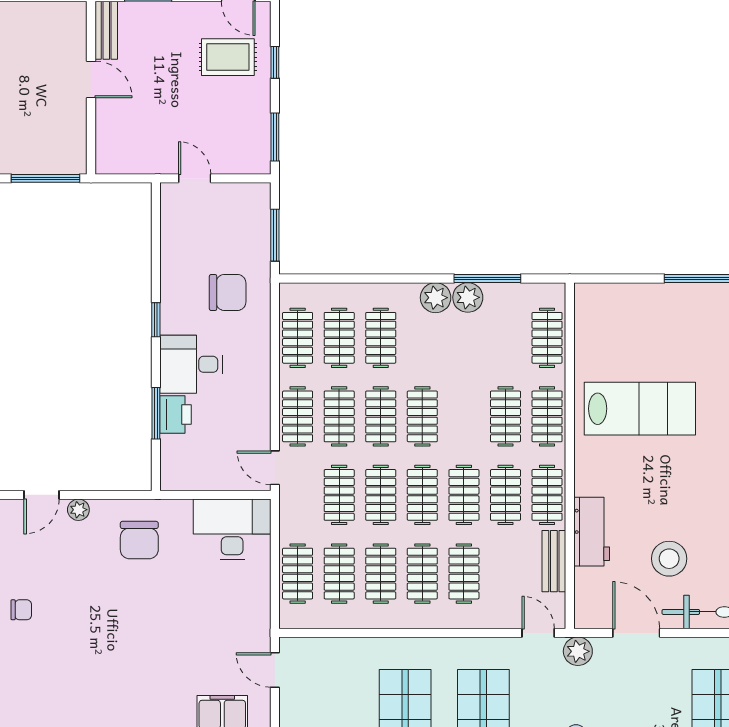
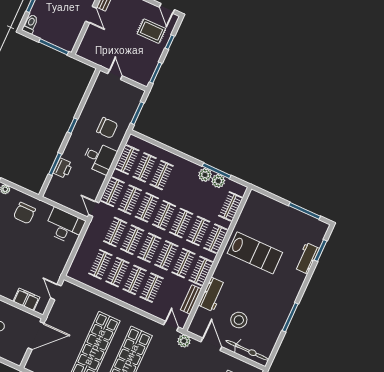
plant: (436, 298) -> (218, 181), moved
desk: (191, 364) -> (99, 158), moved, turned 180
clothes rail: (298, 574) -> (181, 223), moved

